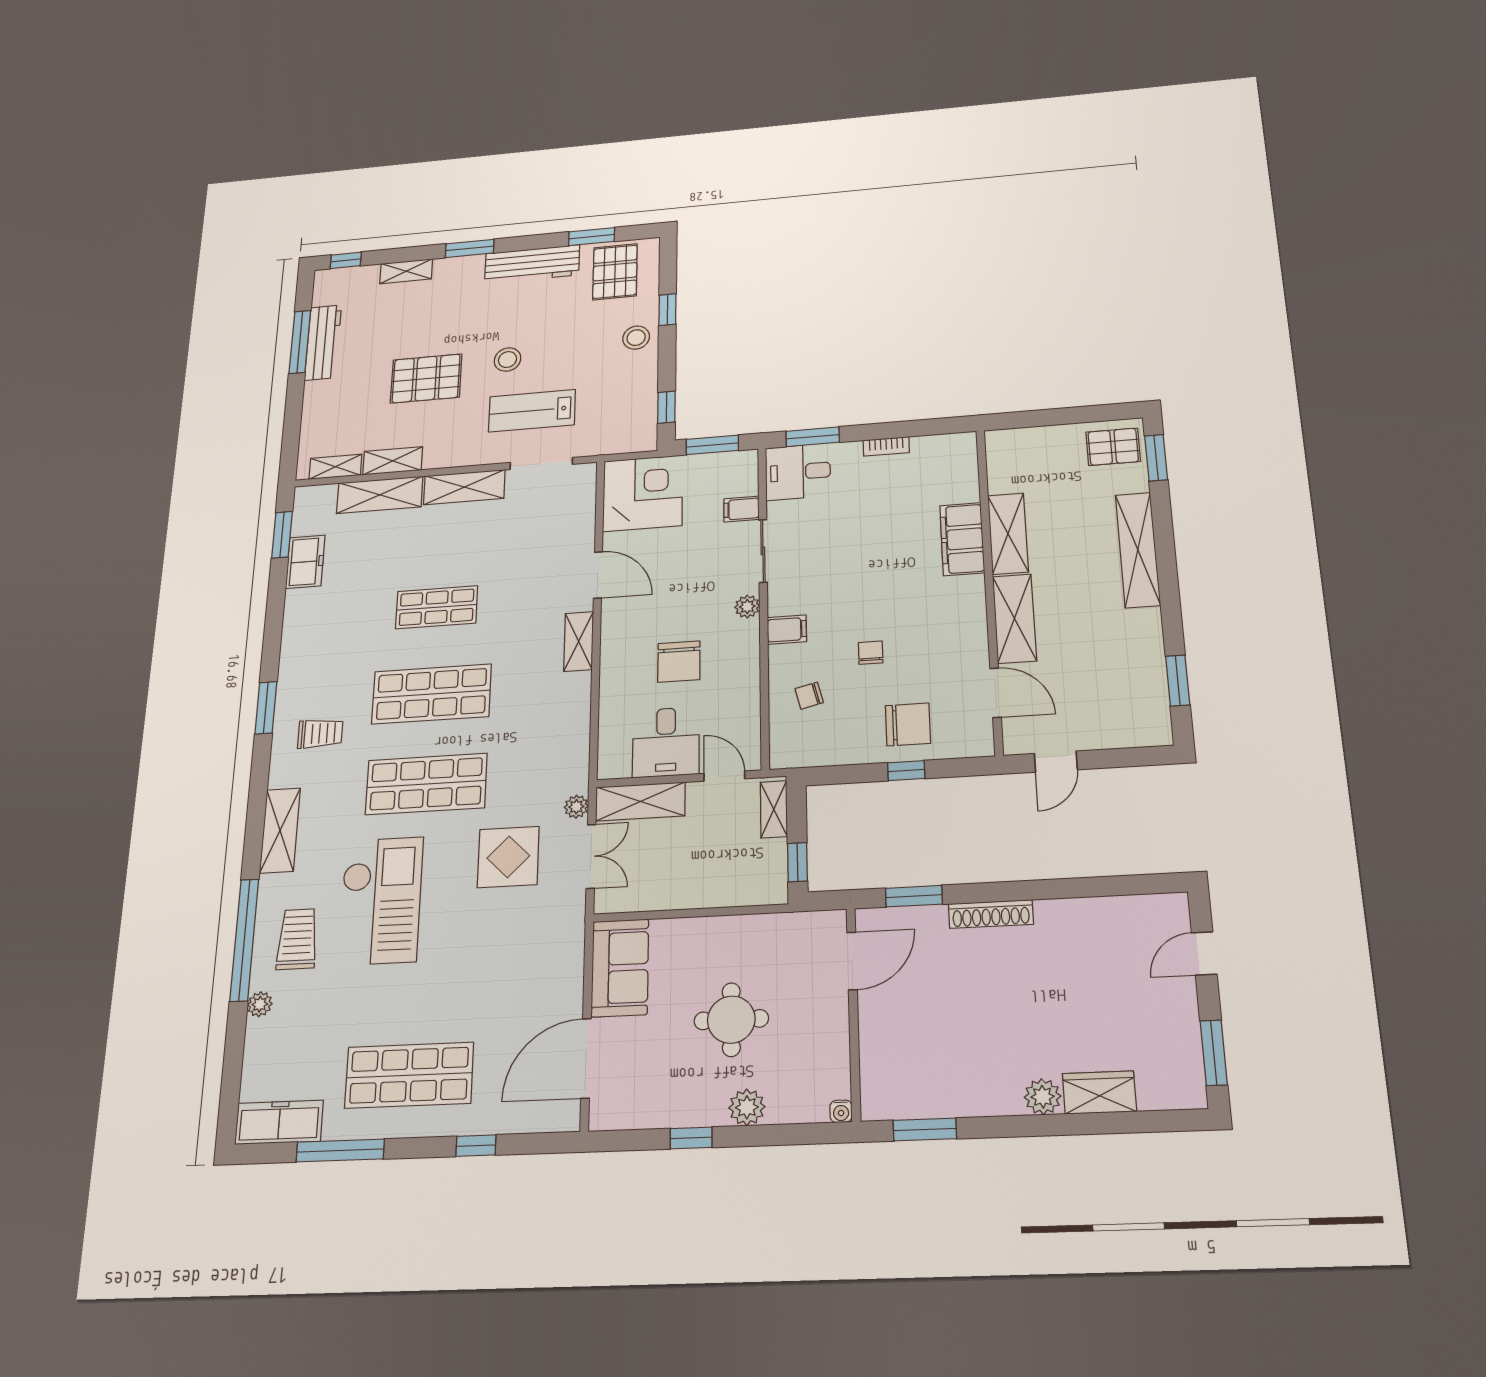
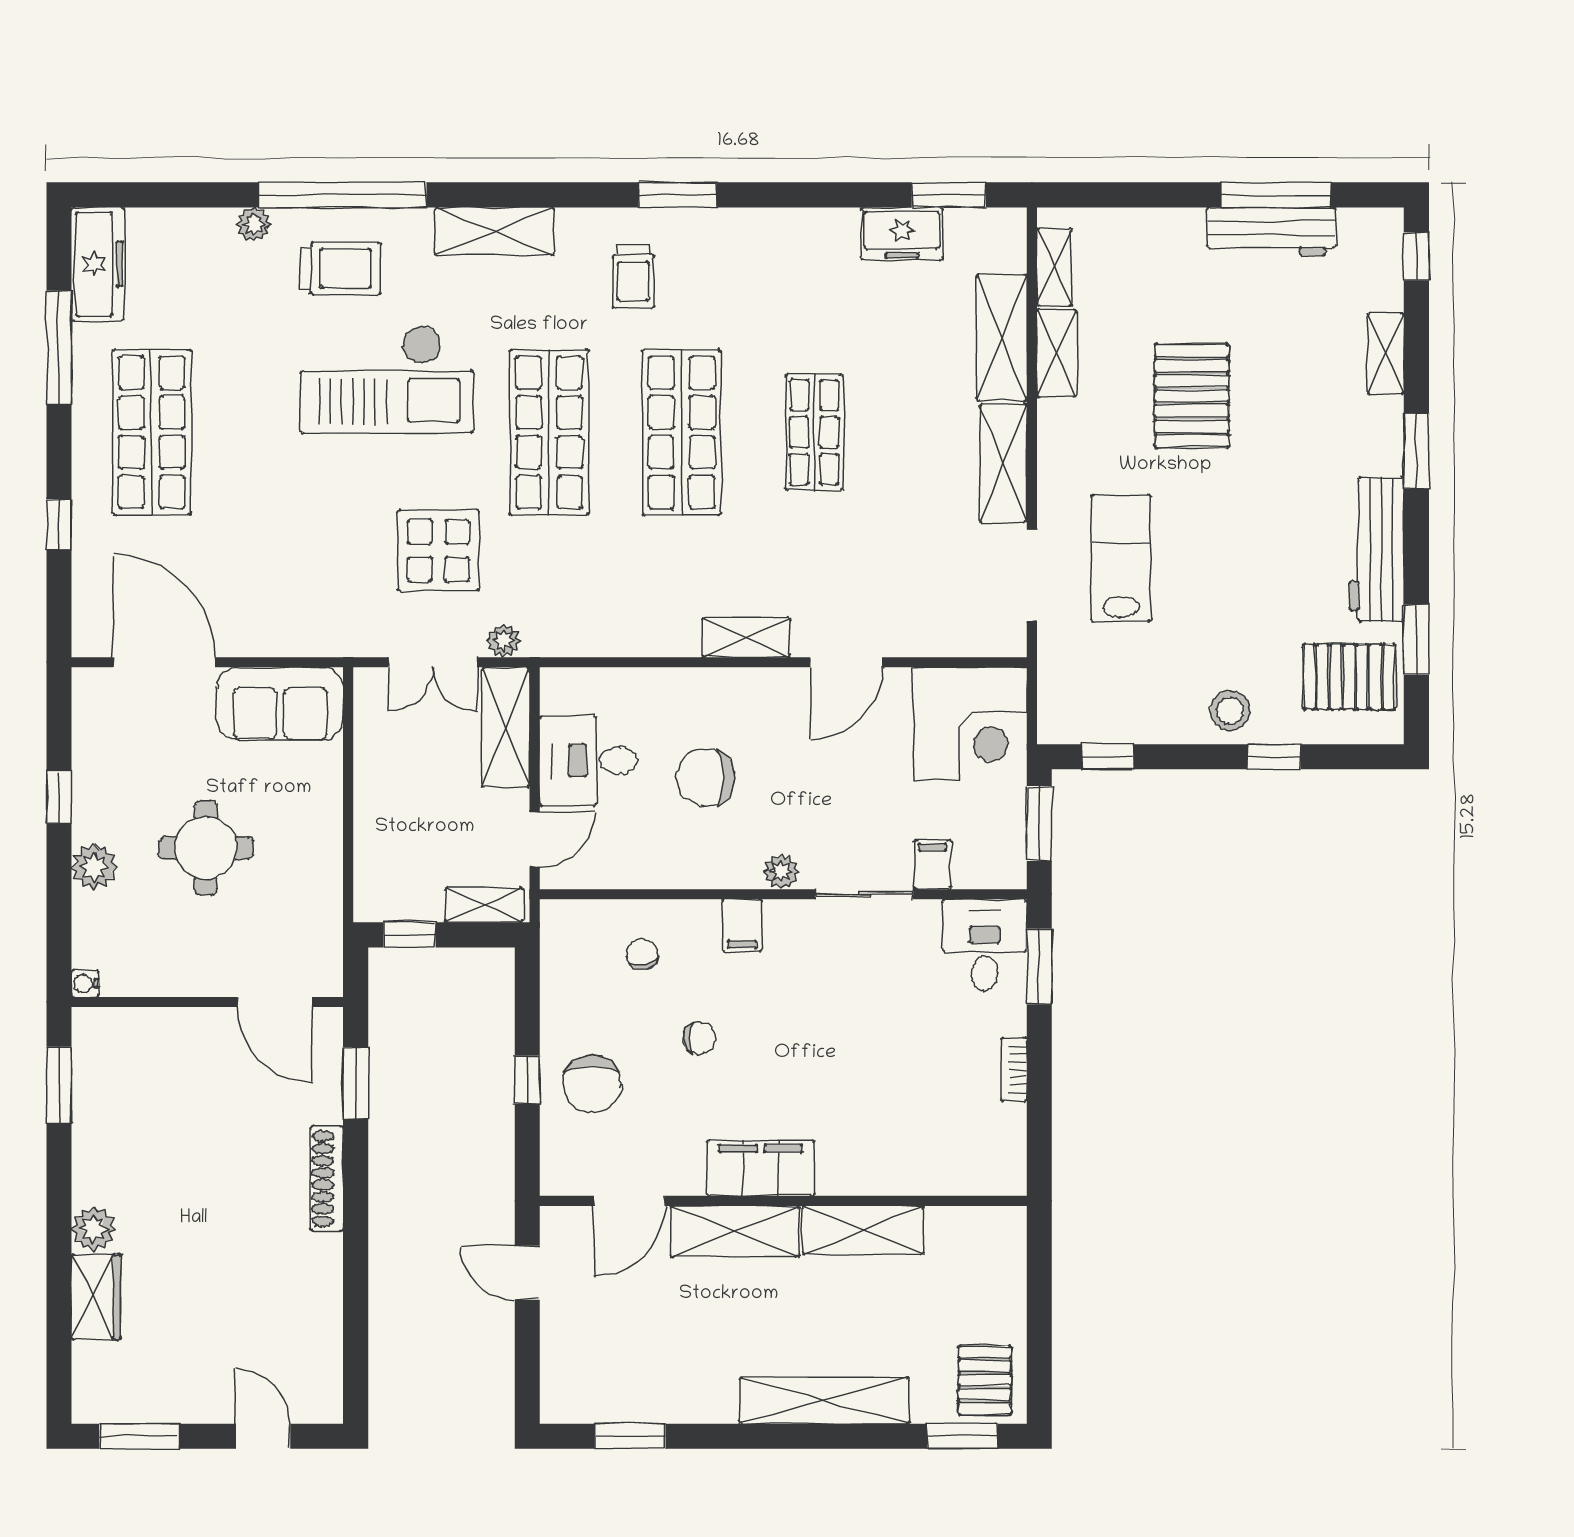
stool: (507, 360) -> (1212, 518), removed
filing cabinet: (962, 539) -> (760, 1168), moved

